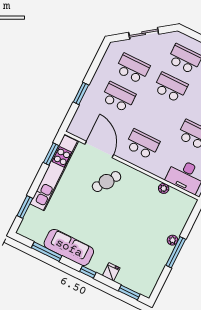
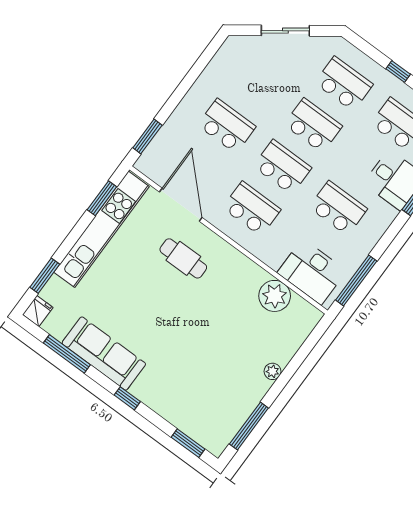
school desk: (133, 69) -> (282, 167), moved
window: (81, 93) -> (147, 137), moved
cafe table: (107, 182) -> (183, 258), turned 55
plant: (164, 188) -> (275, 296), width x1.88, depth x1.88
window: (176, 252) -> (249, 426), moved
fridge: (111, 272) -> (38, 311), moved

